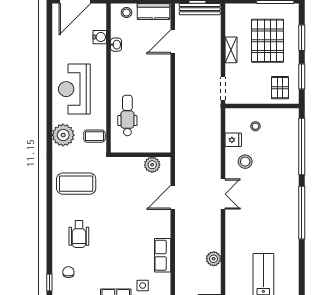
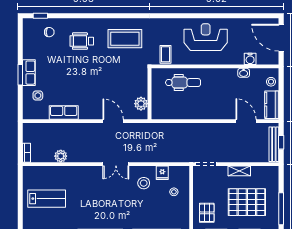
pallet: (280, 88) -> (207, 213), turned 90
plant: (63, 135) -> (166, 28), removed
coffee table: (76, 184) -> (125, 39), turned 90

